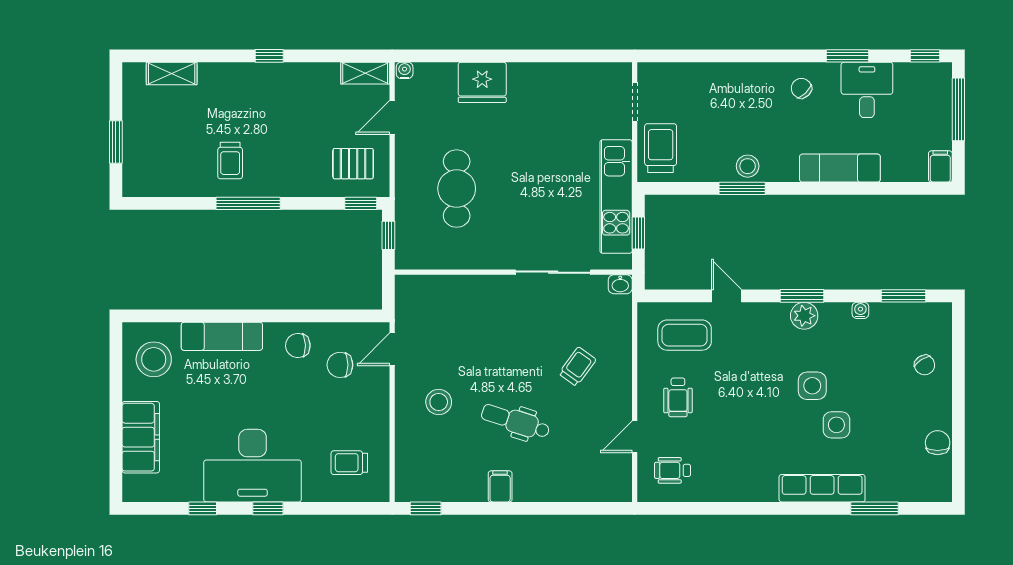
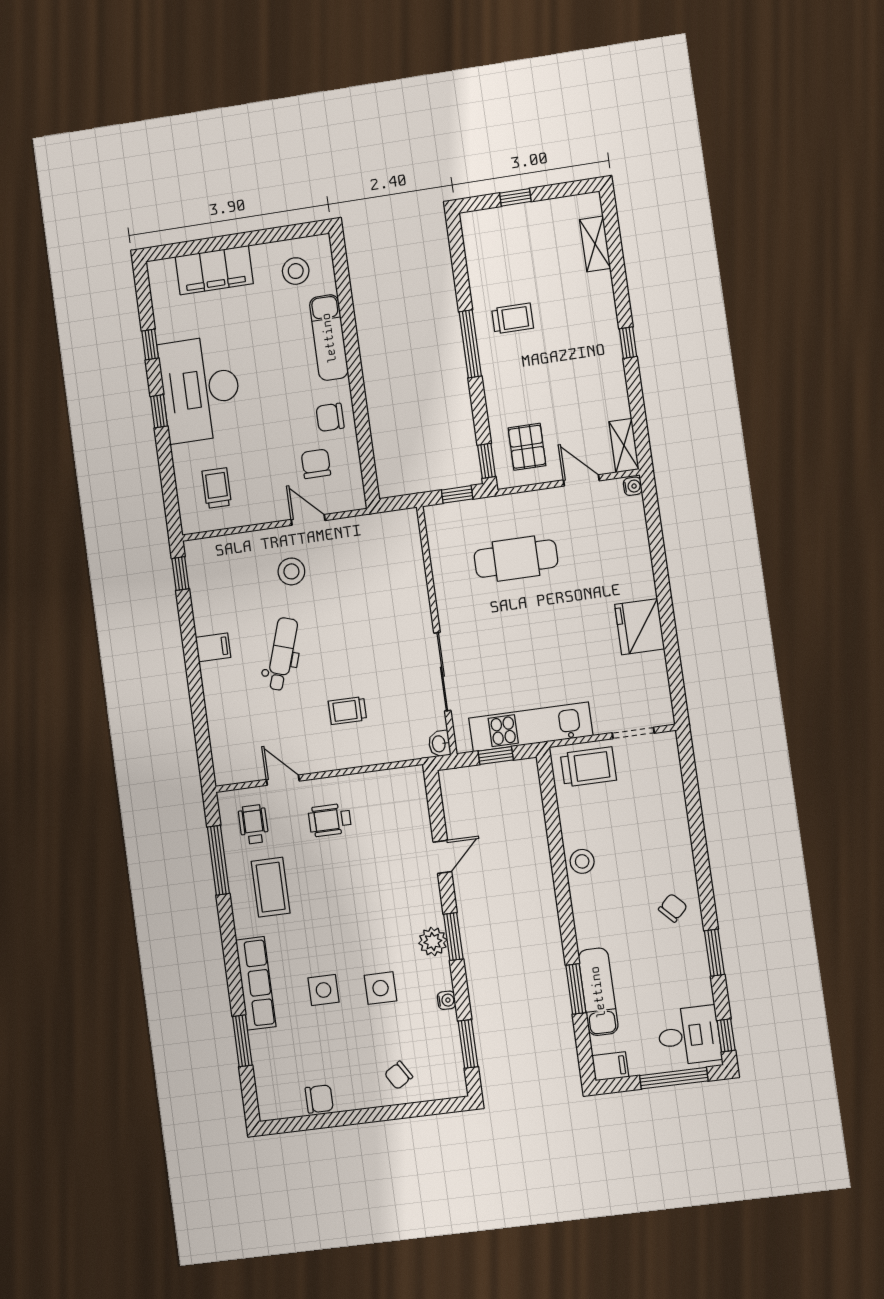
fridge: (482, 82) -> (640, 627), moved
desk: (867, 90) -> (689, 1036), moved
window: (116, 142) -> (515, 197), width x0.67
trolley: (230, 160) -> (512, 318), turned 180
exam couch: (840, 168) -> (598, 992), moved
window: (742, 188) -> (576, 989), moved
coffee table: (685, 335) -> (271, 887), moved
chair: (298, 346) -> (330, 417), turned -88
door: (392, 349) -> (308, 520), moved
stool: (154, 359) -> (296, 271), width x0.73, depth x0.73
trolley: (577, 367) -> (347, 711), turned 144
side table: (812, 386) -> (381, 988), moved
window: (702, 508) -> (218, 860), added

